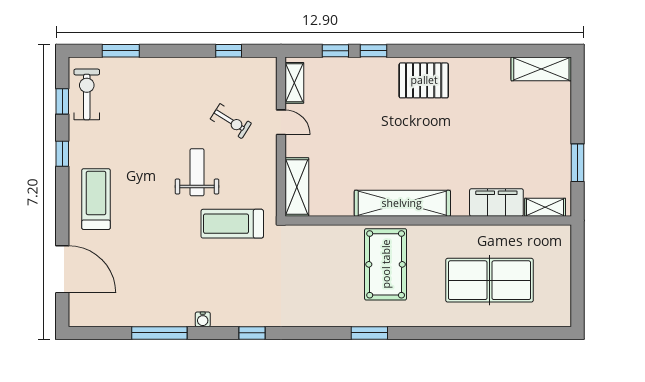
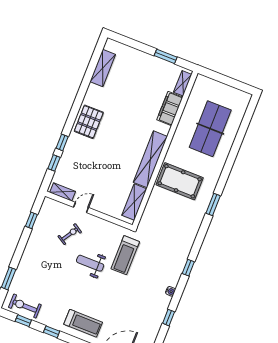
shelving: (541, 69) -> (103, 68), moved
shelving: (297, 187) -> (134, 202), moved, turned 90
treadmill: (96, 199) -> (83, 323), turned 180
window: (159, 333) -> (169, 318), width x0.46

